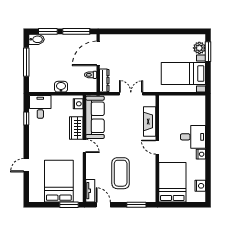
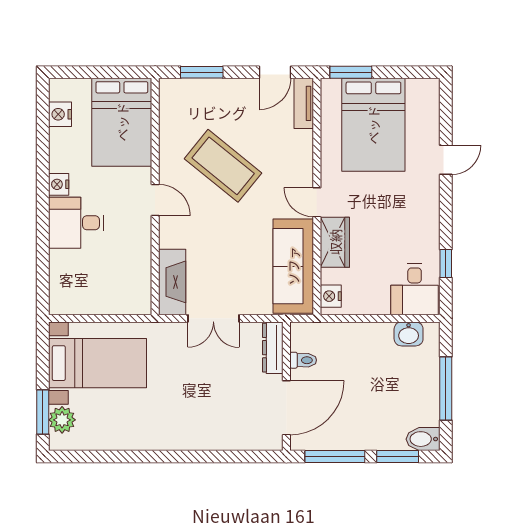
washbasin: (61, 87) -> (409, 334), moved
fireplace: (150, 121) -> (172, 282), moved
coffee table: (121, 173) -> (223, 166), moved, turned -51
door: (103, 205) -> (275, 72), hinge flipped

